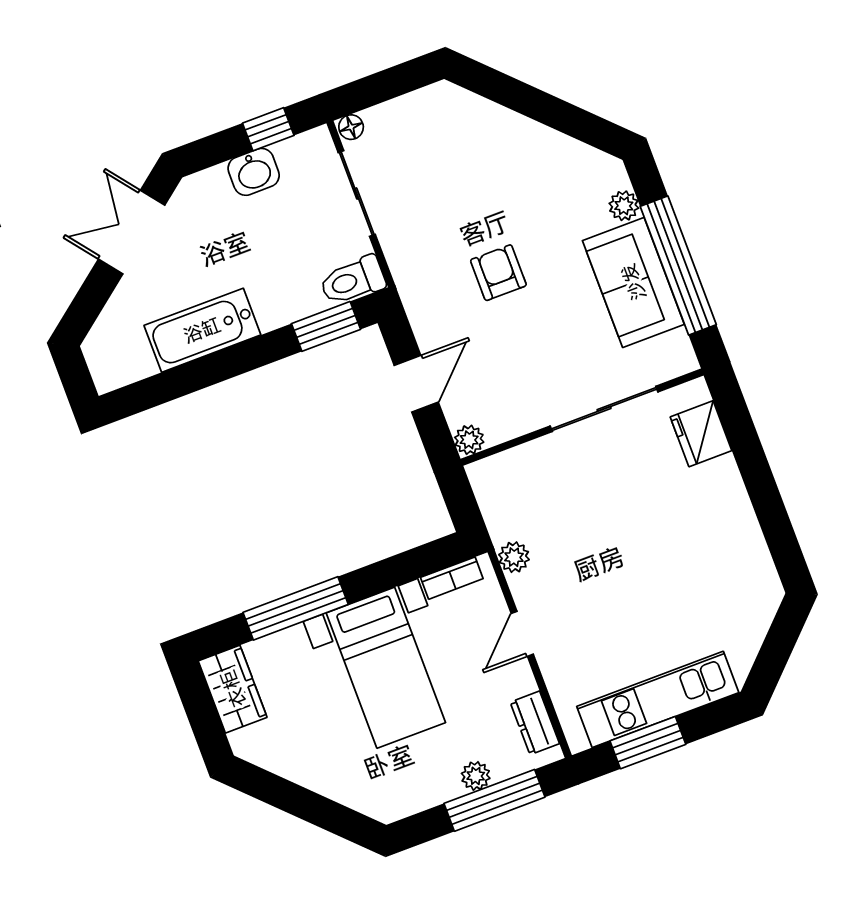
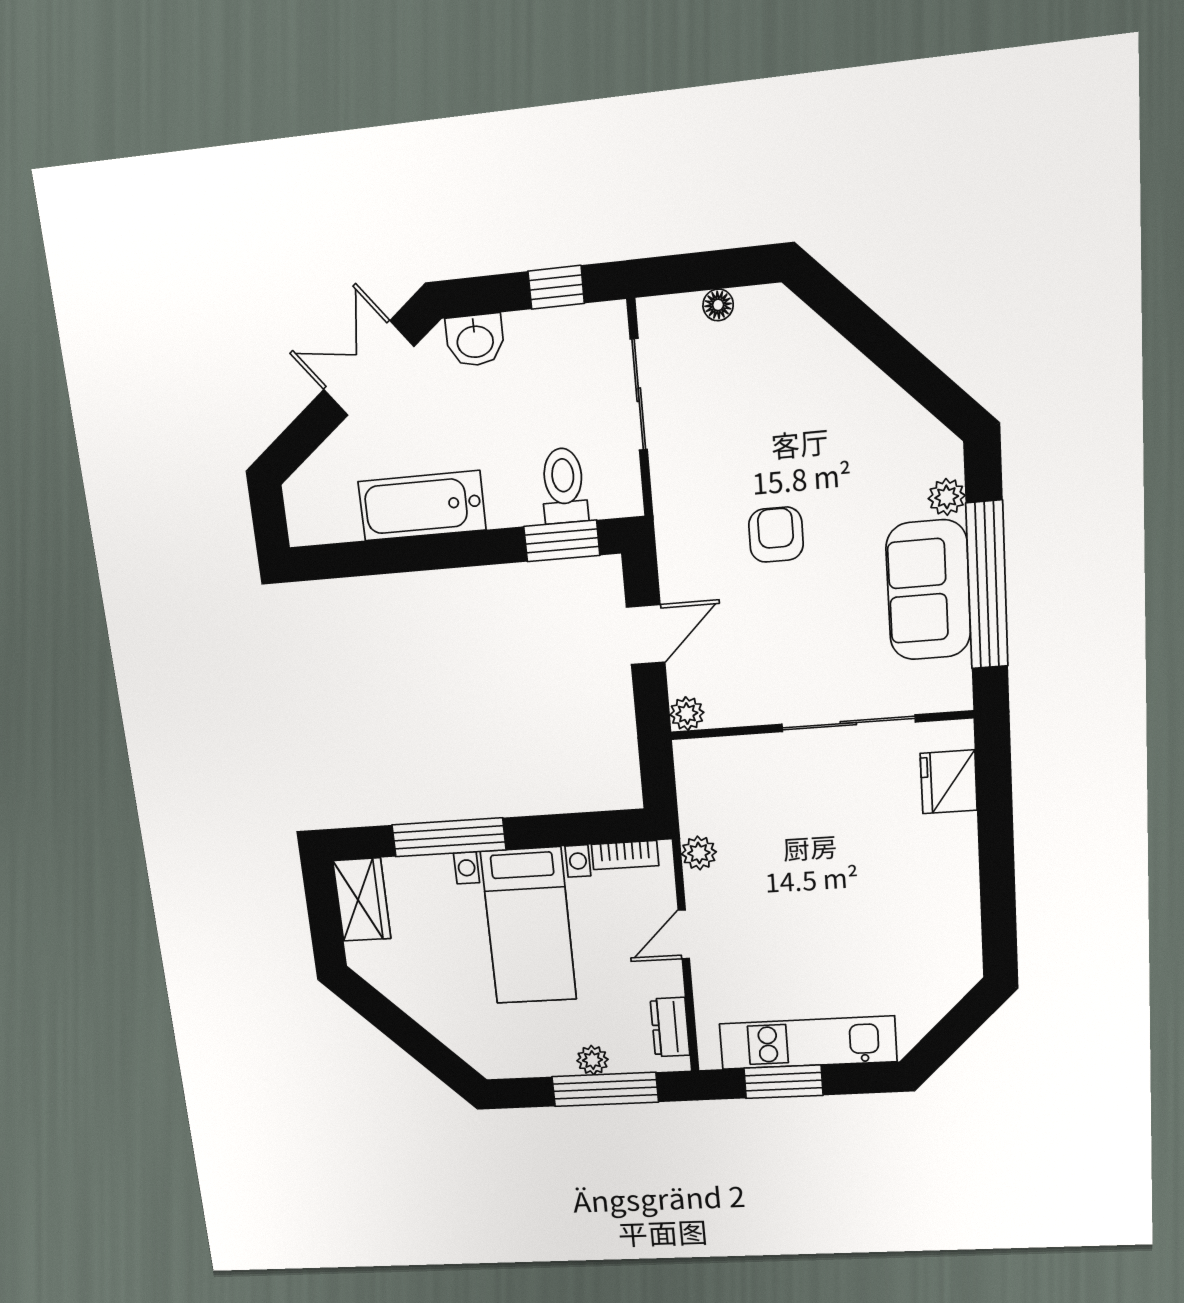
floor lamp: (351, 127) -> (718, 305), moved
washbasin: (254, 172) -> (475, 340), moved
toilet: (353, 281) -> (564, 486), moved, turned 90

